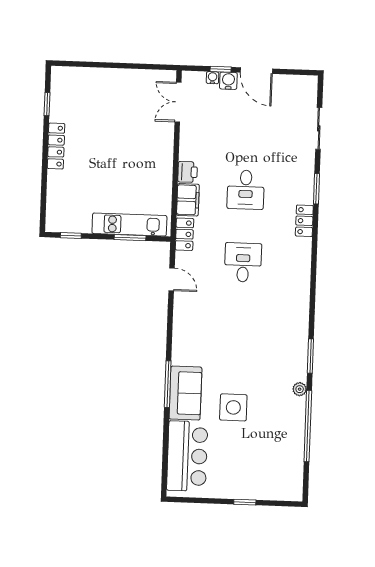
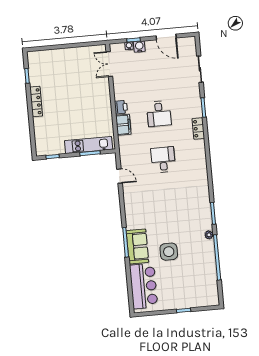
door: (256, 71) -> (166, 37), moved
locker: (184, 234) -> (124, 147), removed

